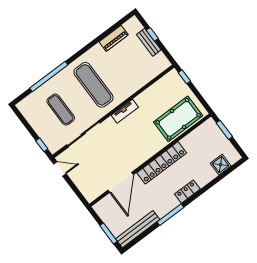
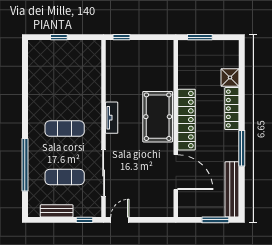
piano: (114, 38) -> (35, 76), removed
bench: (149, 42) -> (57, 211), moved
exercise mat: (93, 85) -> (65, 129), width x0.73, depth x0.69
pool table: (178, 119) -> (158, 117), moved
shower: (221, 165) -> (230, 77), moved
locker: (187, 192) -> (232, 108), width x1.53

